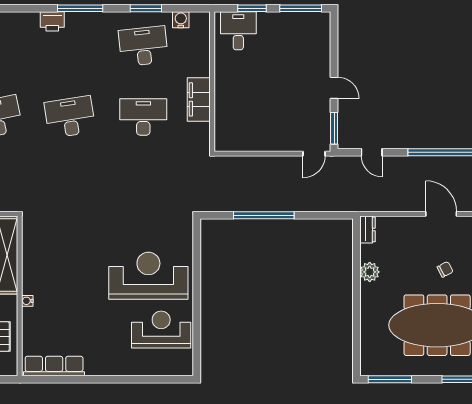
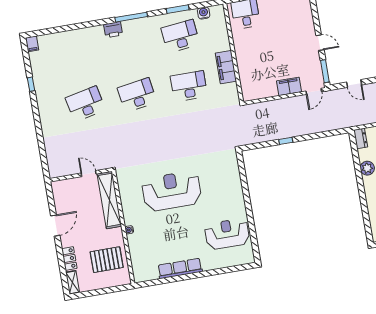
filing cabinet: (281, 141) -> (289, 86), added
window: (264, 215) -> (286, 141), width x0.32
reception desk: (148, 276) -> (172, 191), moved
row of seats: (54, 366) -> (180, 268), moved

